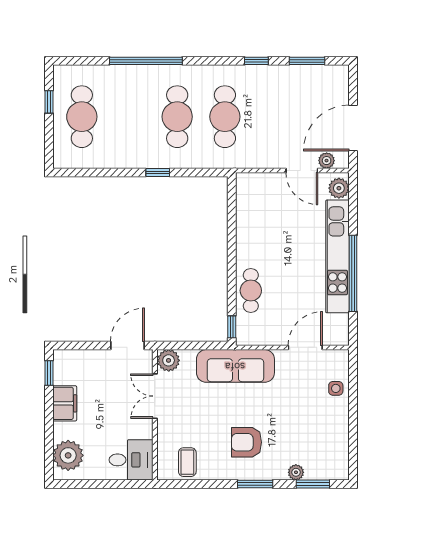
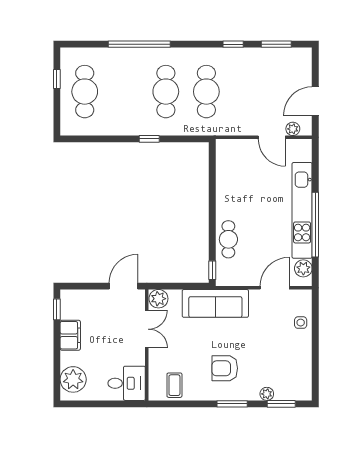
door: (353, 128) -> (315, 101), width x0.73
plant: (339, 188) -> (303, 268), moved
double door: (155, 396) -> (147, 329), swing flipped

